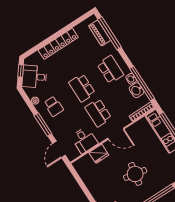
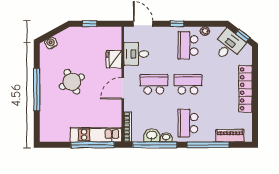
window: (109, 33) -> (208, 145), moved
school desk: (110, 70) -> (188, 123), turned 90
school desk: (54, 106) -> (188, 45), width x1.85
window: (43, 125) -> (177, 24), width x0.46
round table: (135, 174) -> (72, 82), turned -38
window: (84, 189) -> (89, 24), added

